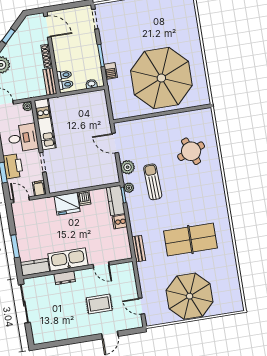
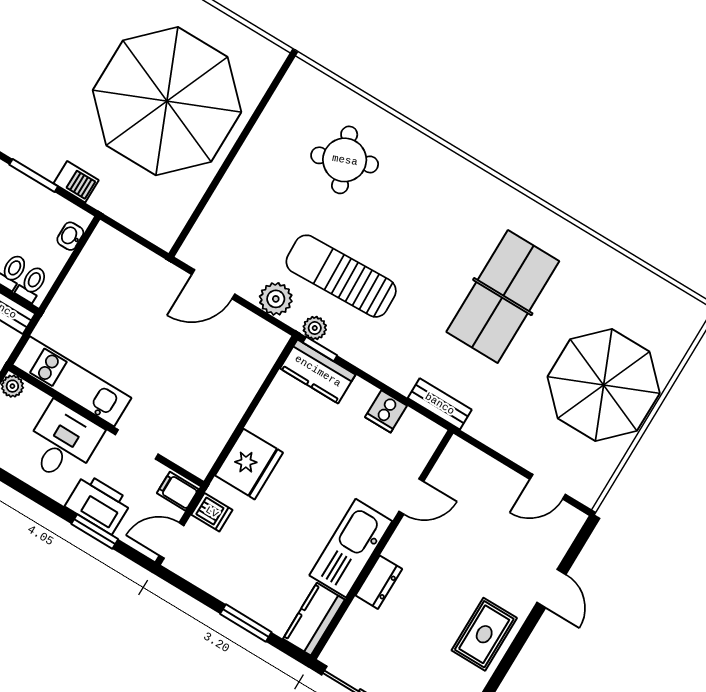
sun lounger: (153, 182) -> (341, 276), width x1.36, depth x1.34
dishwasher: (84, 198) -> (212, 512), moved
cooker: (120, 222) -> (386, 411), moved
rug: (99, 304) -> (484, 634), moved

